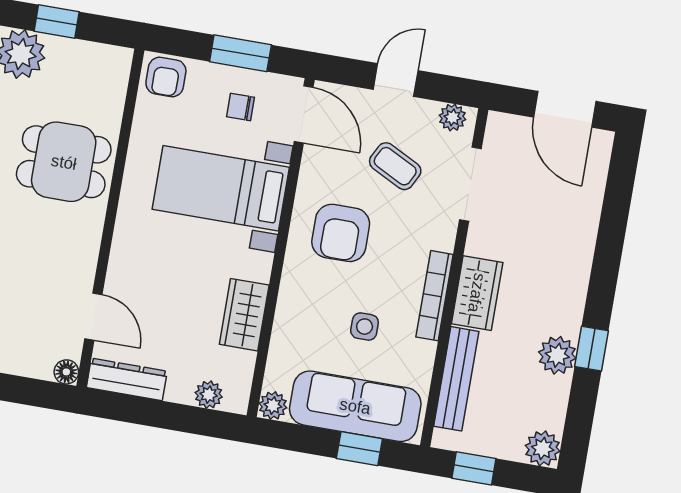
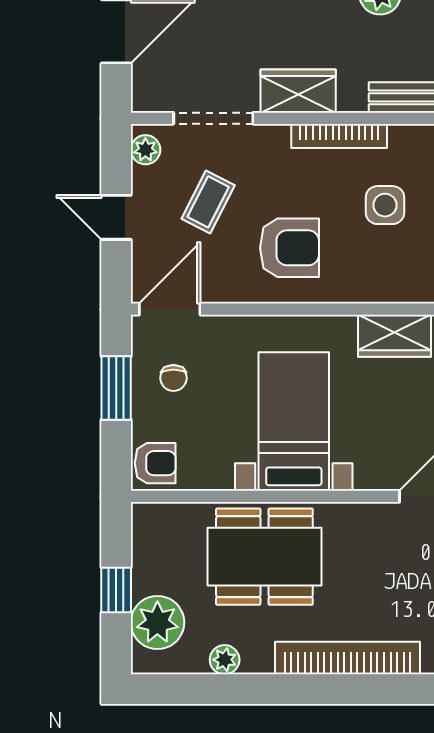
dining table: (64, 162) -> (264, 557), width x1.38
bed with nightstands: (221, 188) -> (294, 421), moved, turned 180
wardrobe: (477, 293) -> (298, 91), moved
side table: (365, 327) -> (385, 205), width x1.37, depth x1.37

